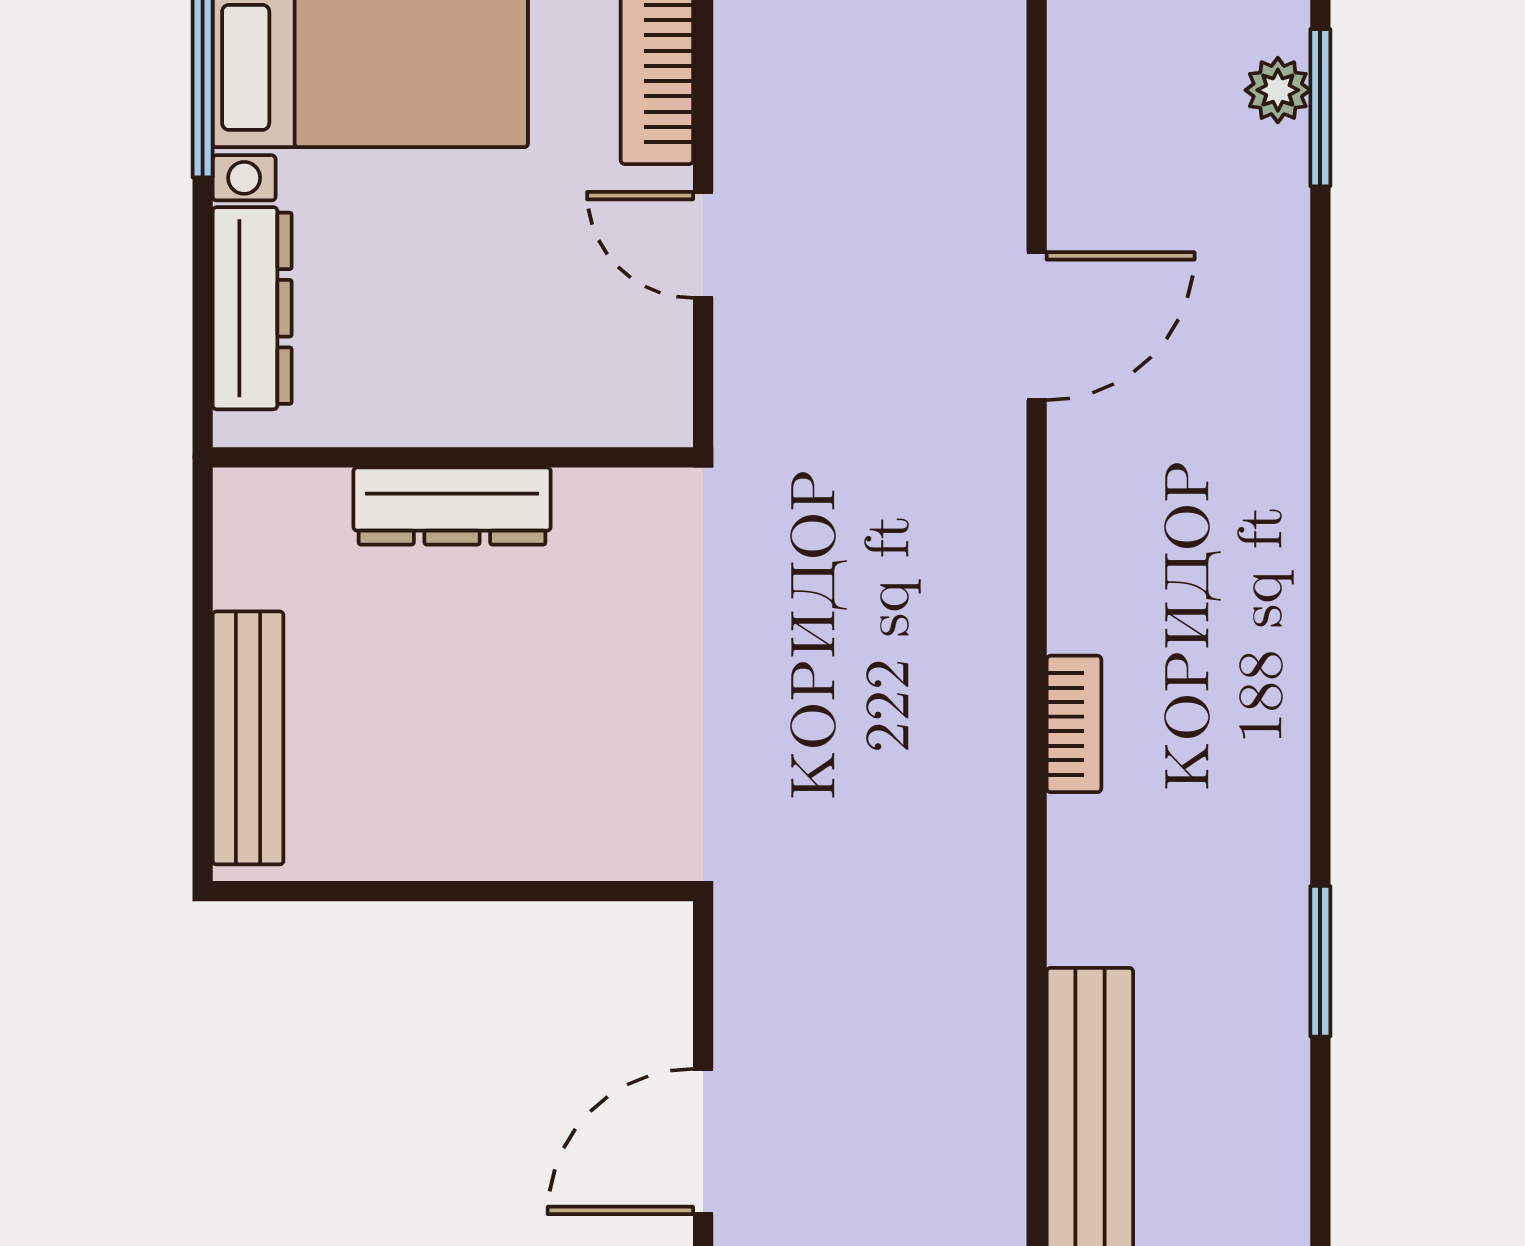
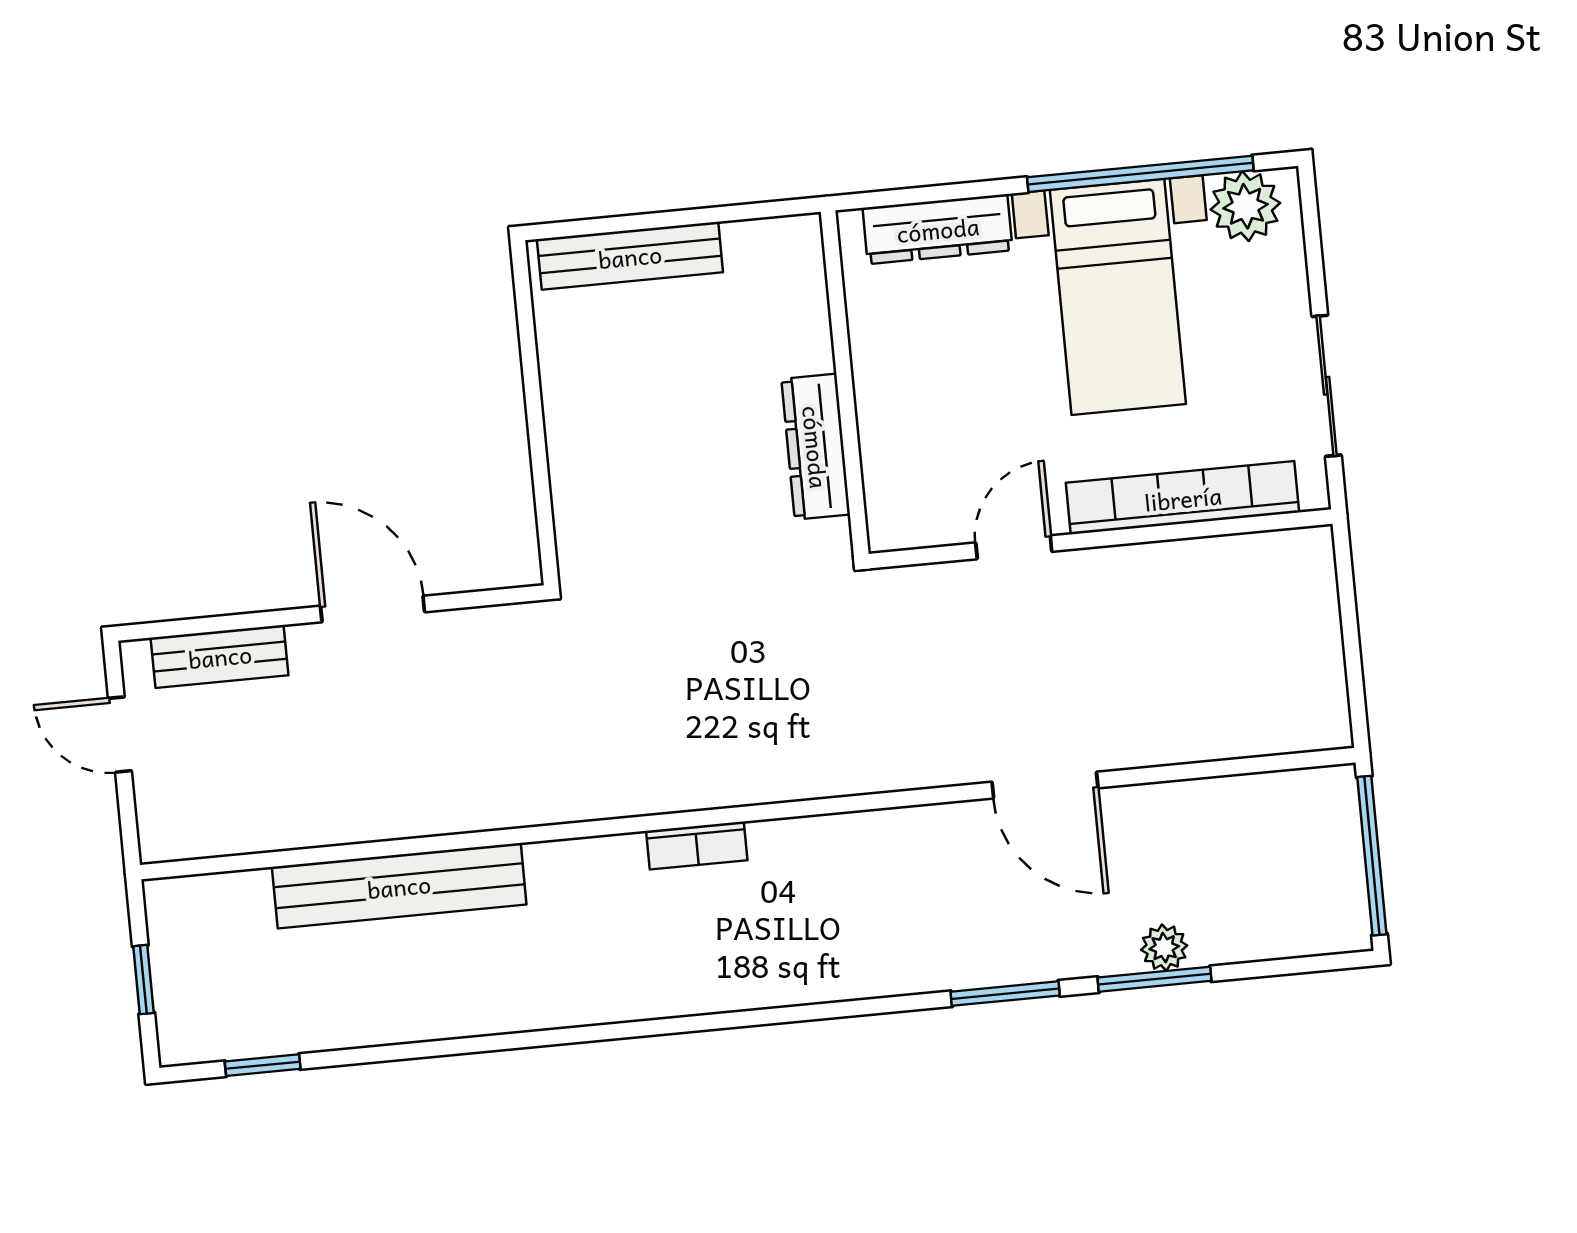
door: (1037, 326) -> (1045, 785), moved
dresser: (452, 506) -> (816, 447), moved
window: (1320, 961) -> (1005, 994), moved

